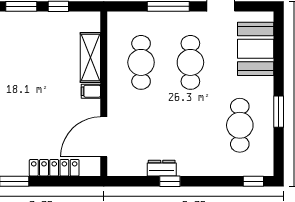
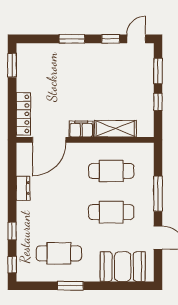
filing cabinet: (91, 91) -> (81, 129), width x2.00
door: (104, 137) -> (49, 140), swing flipped
locker: (54, 168) -> (23, 114), moved
window: (170, 181) -> (12, 231), moved

